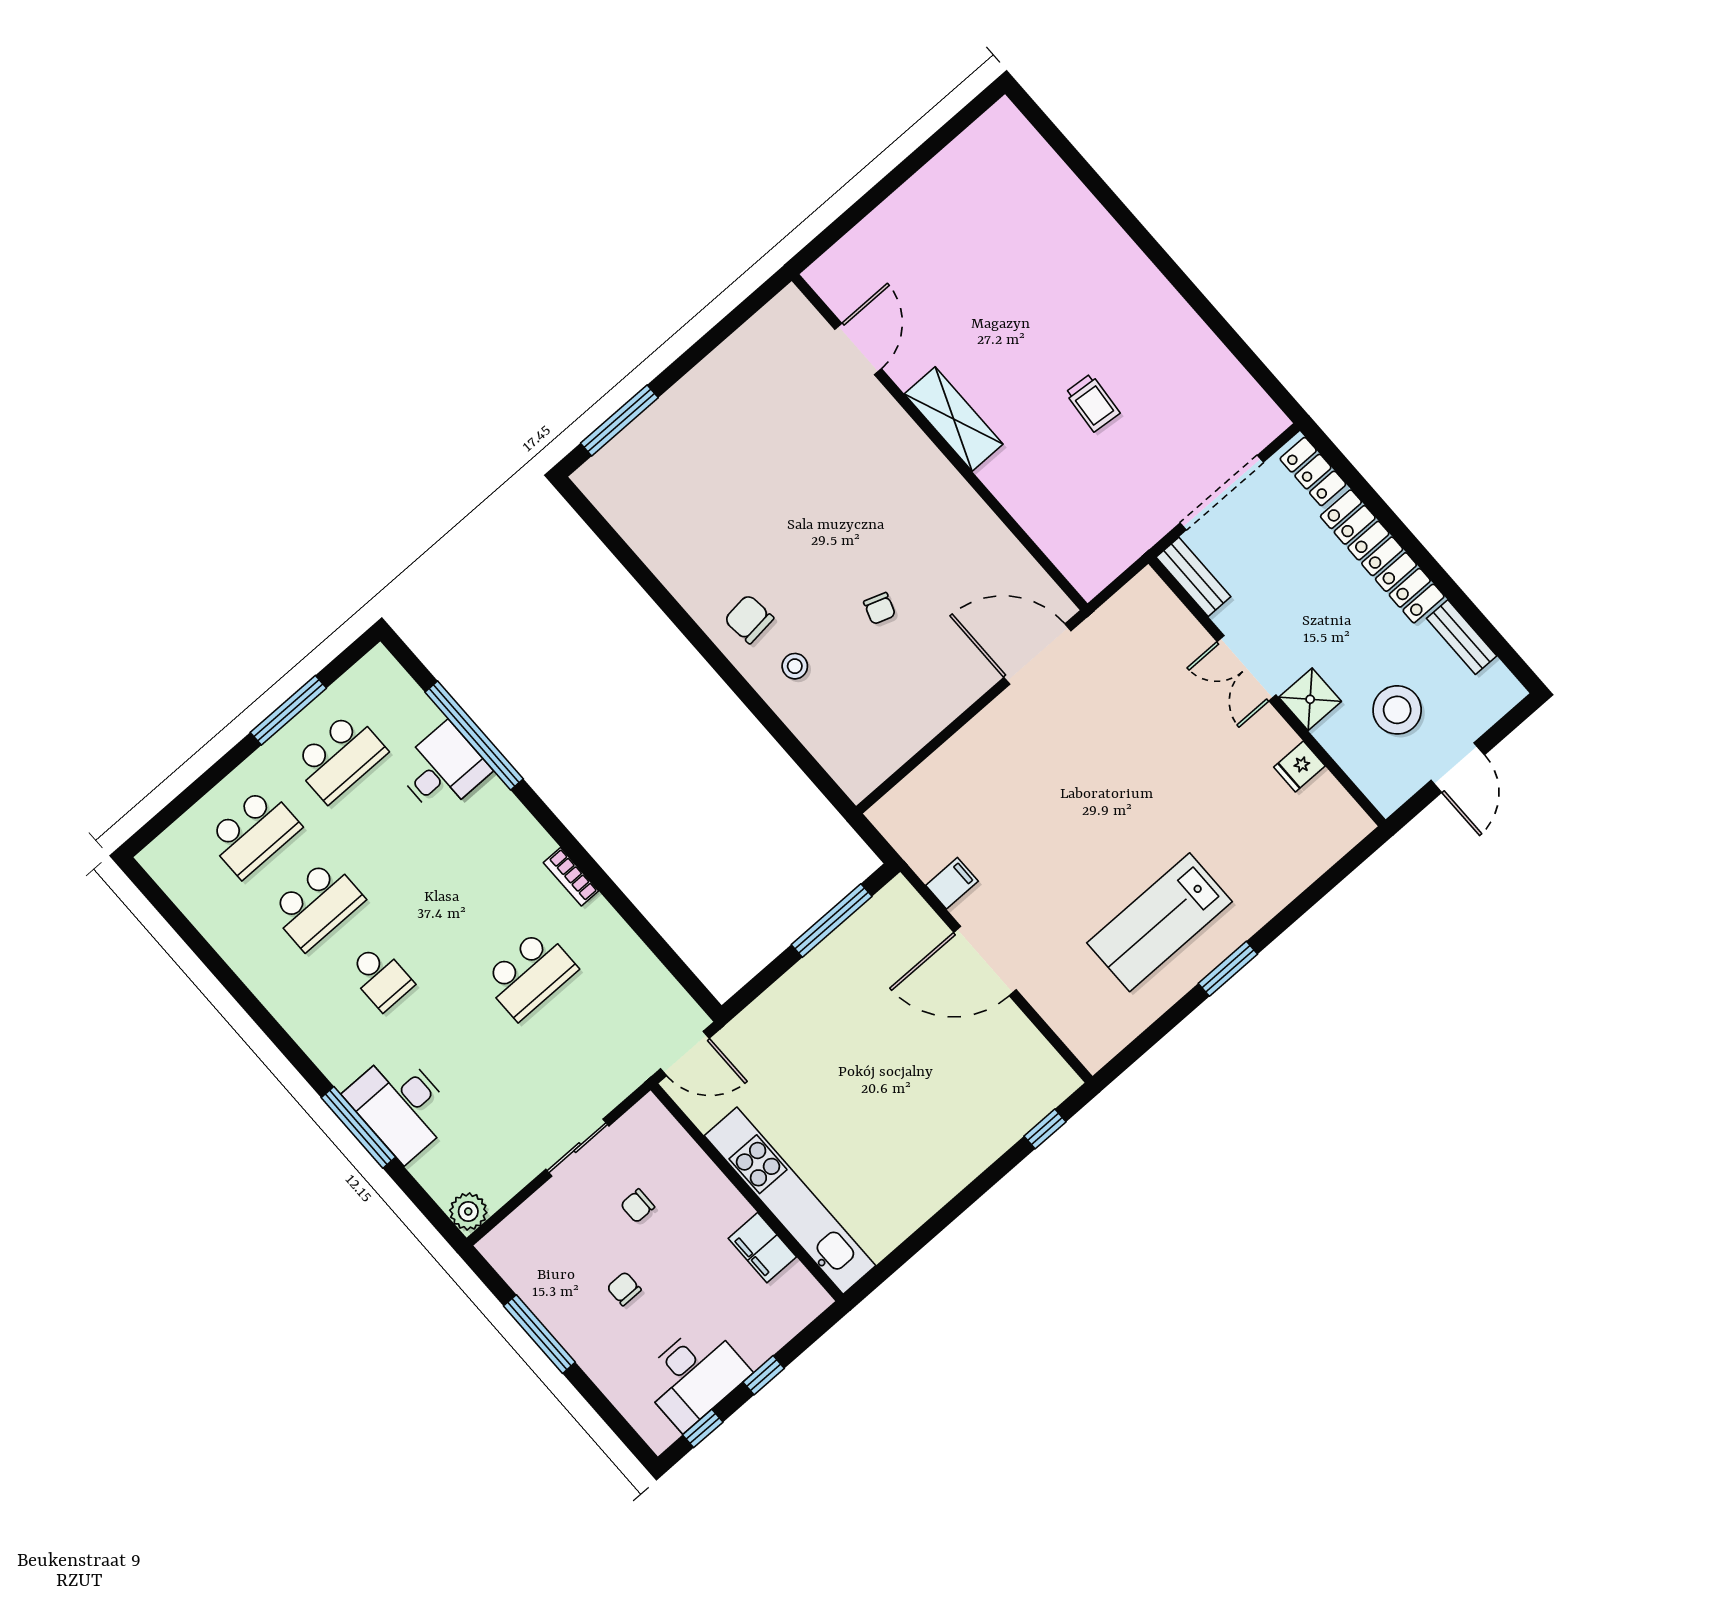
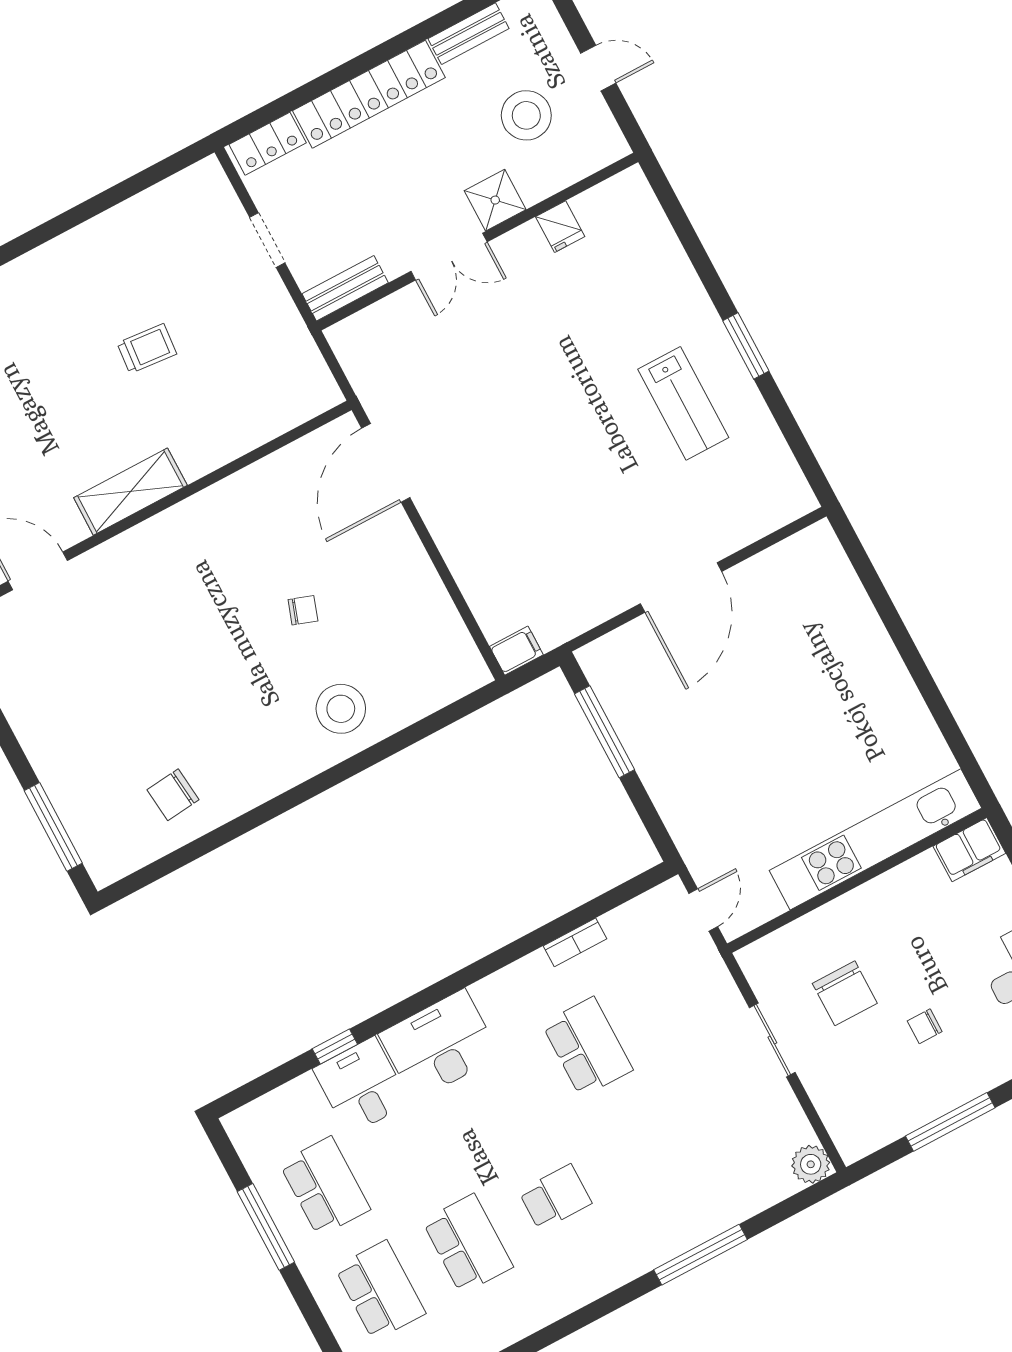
doorway: (1222, 493) -> (267, 240), width x0.53
chair: (749, 619) -> (173, 795), moved
stool: (795, 666) -> (341, 709), width x1.89, depth x1.89
window: (474, 735) -> (335, 1047), width x0.32
door: (1458, 768) -> (598, 68), width x0.73
bookcase: (571, 877) -> (575, 942), moved
filing cabinet: (952, 883) -> (516, 651), moved, turned 90
lab bench: (1160, 922) -> (683, 403), width x0.73, depth x0.72
door: (685, 1053) -> (703, 910), width x0.73
desk: (401, 1105) -> (439, 1045), moved, turned 180
window: (1045, 1129) -> (864, 567), removed
chair: (638, 1206) -> (845, 993), width x1.87, depth x1.87
filing cabinet: (762, 1248) -> (969, 850), moved

